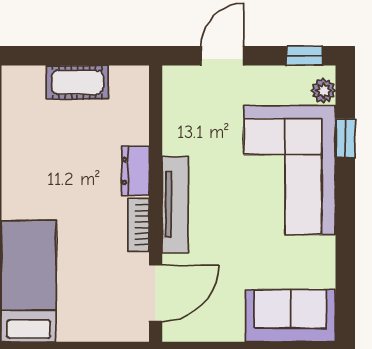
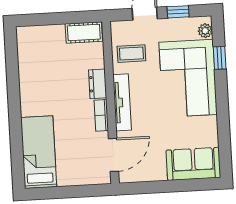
window: (305, 56) -> (178, 12), moved
cot: (77, 82) -> (84, 33), moved
coffee table: (196, 122) -> (131, 54), added

